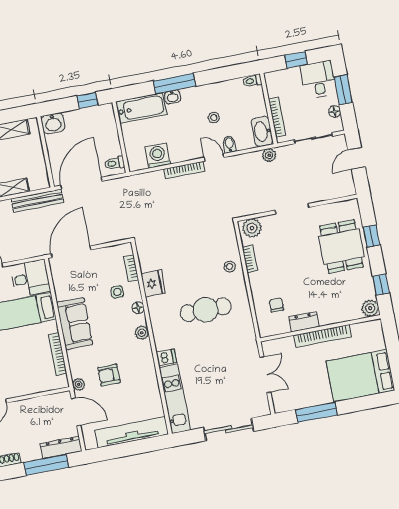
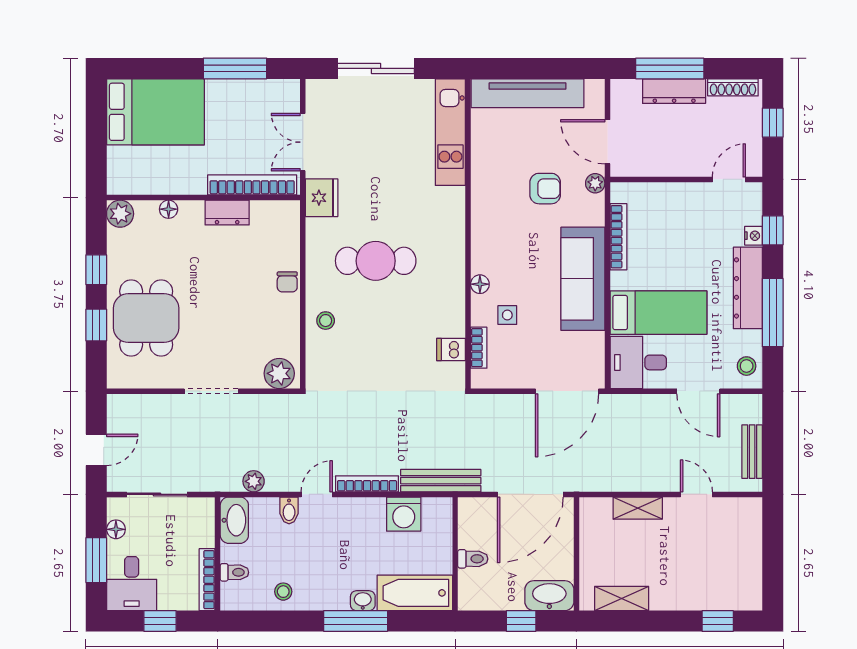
toilet: (252, 81) -> (234, 572), moved
window: (87, 100) -> (521, 621), moved
stool: (214, 117) -> (283, 592), moved
bookcase: (277, 117) -> (207, 580), moved
washbasin: (53, 123) -> (549, 596), width x1.38
plant: (269, 155) -> (254, 481), moved
door: (214, 157) -> (317, 494), swing flipped
toilet: (114, 163) -> (473, 559), moved
bench: (38, 201) -> (441, 481), moved
bookcase: (250, 259) -> (292, 326), removed
fridge: (153, 283) -> (322, 198), moved, turned 180
window: (381, 285) -> (96, 270), moved
chair: (276, 305) -> (287, 282), moved
floor lamp: (341, 317) -> (169, 209), added
sofa: (75, 324) -> (583, 279), width x1.36
plant: (142, 333) -> (482, 244), removed
bookcase: (322, 336) -> (252, 185), moved
dishwasher: (166, 357) -> (451, 349), moved
dresser: (61, 447) -> (674, 91), moved

